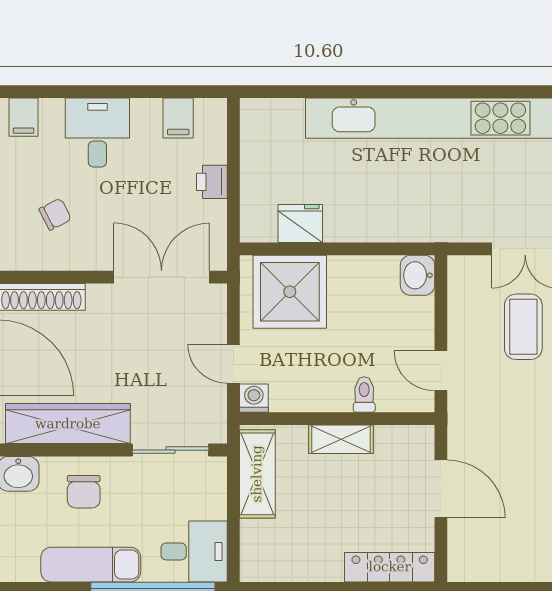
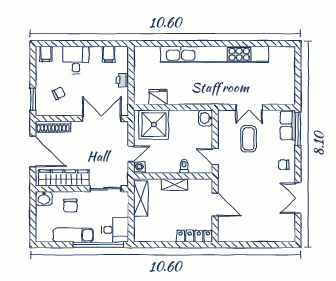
door: (233, 364) -> (131, 154), swing flipped

